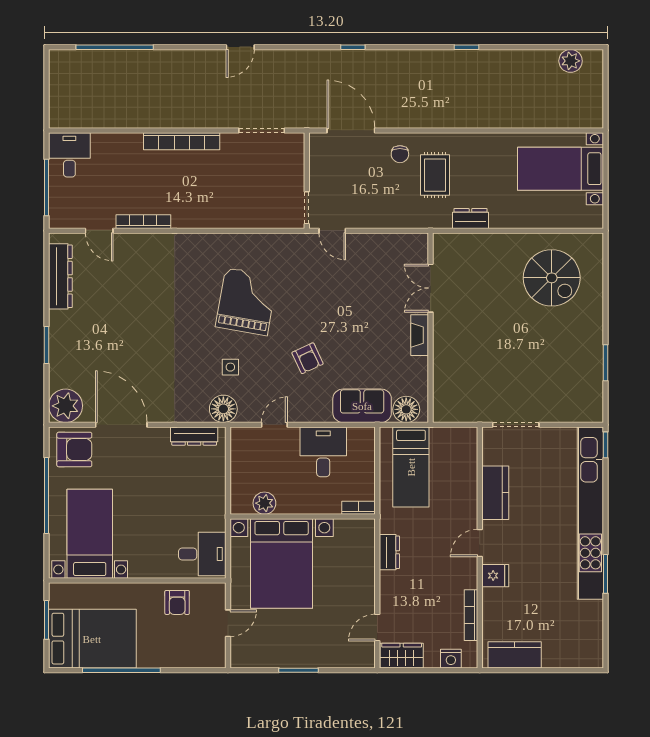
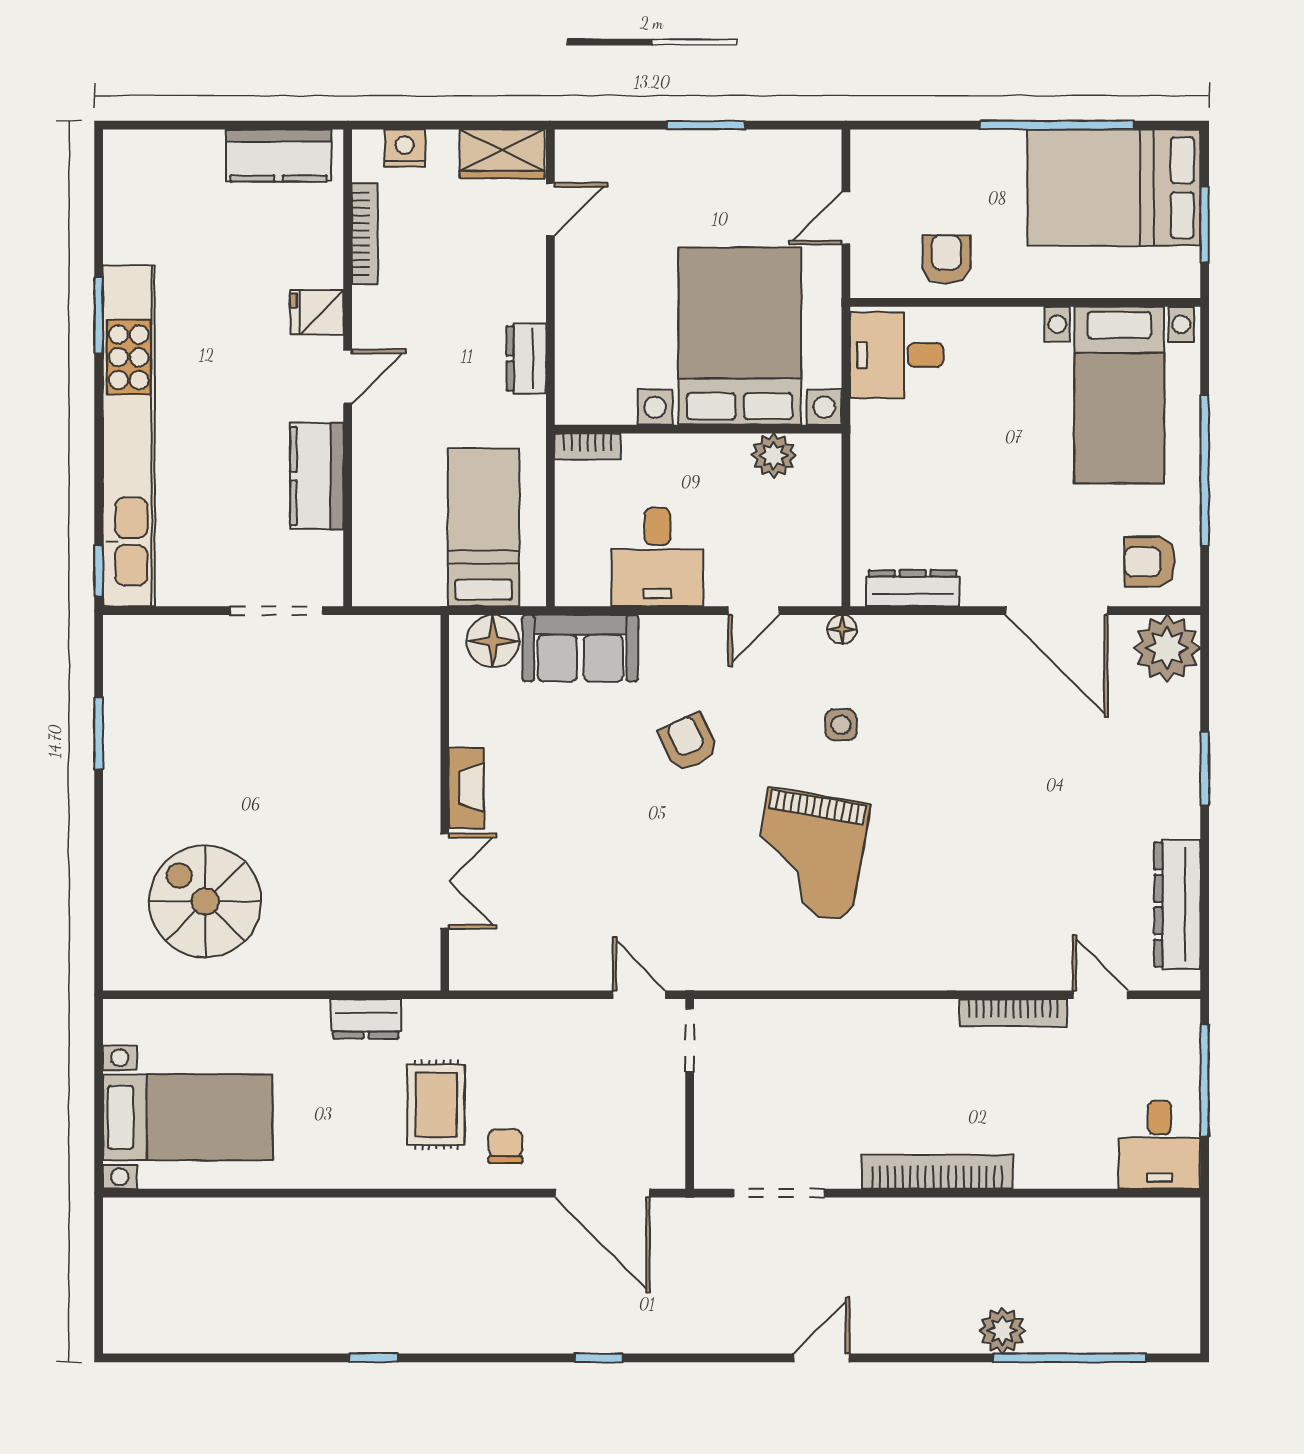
plant: (571, 61) -> (1002, 1331), moved
floor lamp: (223, 409) -> (842, 629), width x0.53, depth x0.53
armchair: (74, 449) -> (1150, 562), width x0.72, depth x0.72

